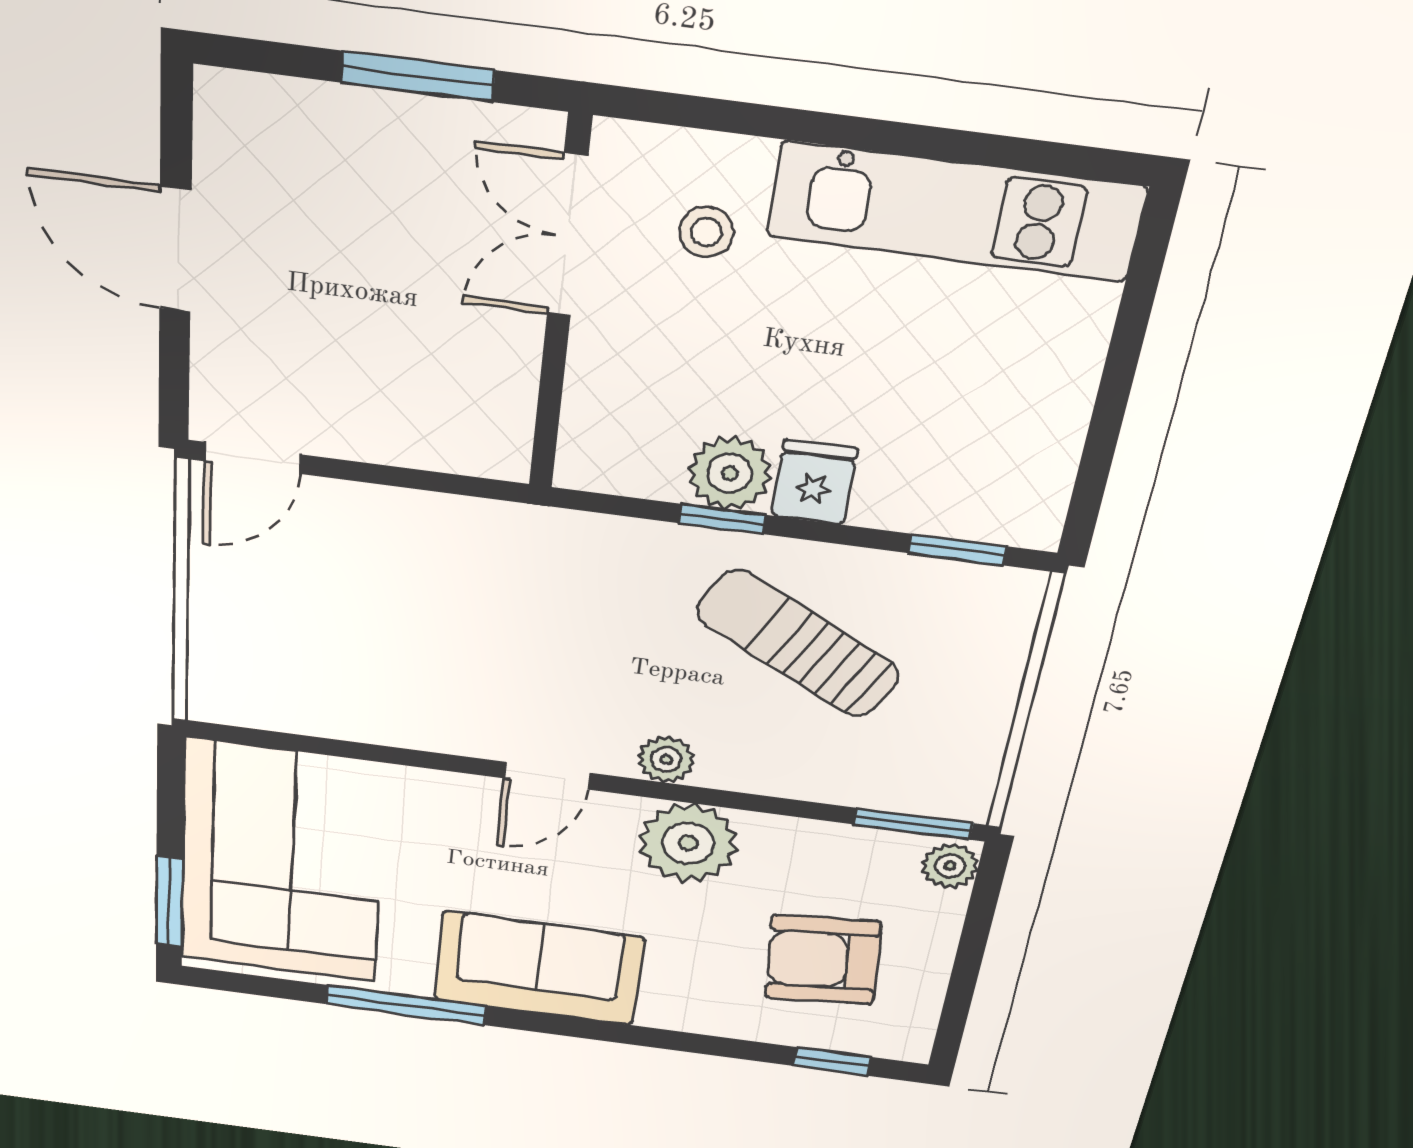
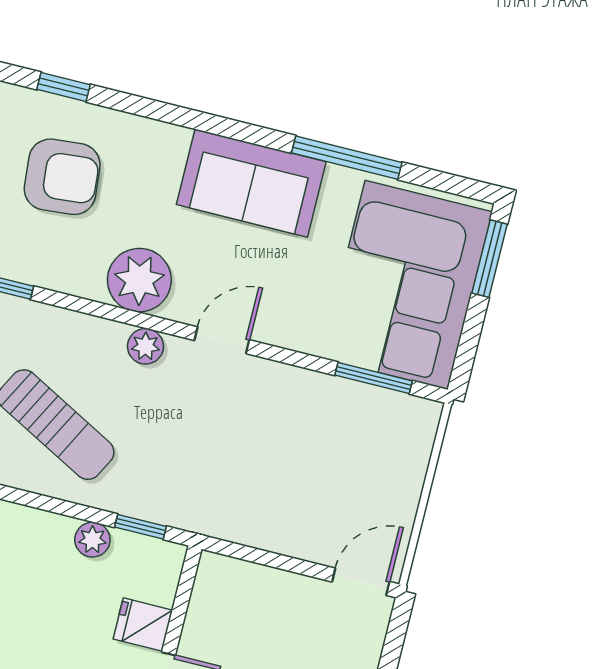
plant: (730, 473) -> (92, 540), width x0.73, depth x0.73
fridge: (814, 482) -> (143, 625), moved, turned 90
window: (722, 519) -> (140, 527), moved
window: (302, 743) -> (374, 378), added

